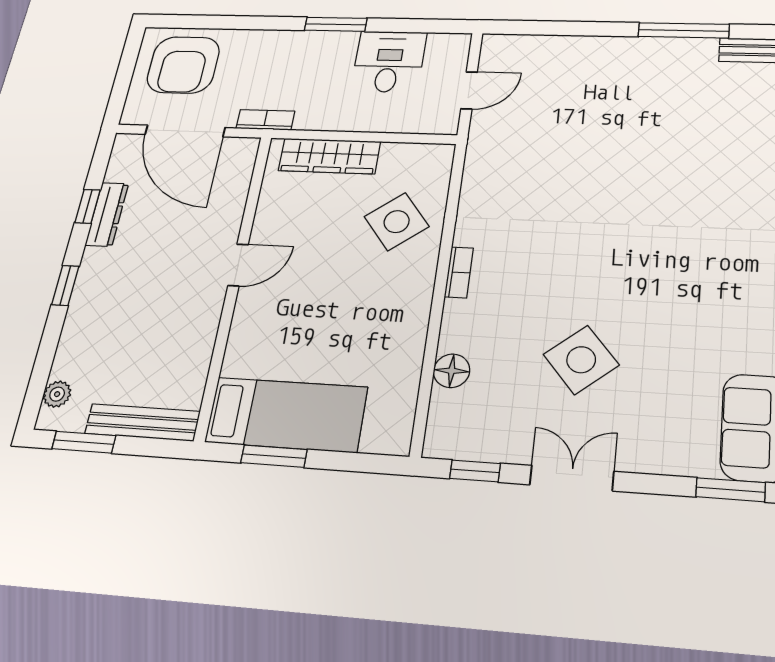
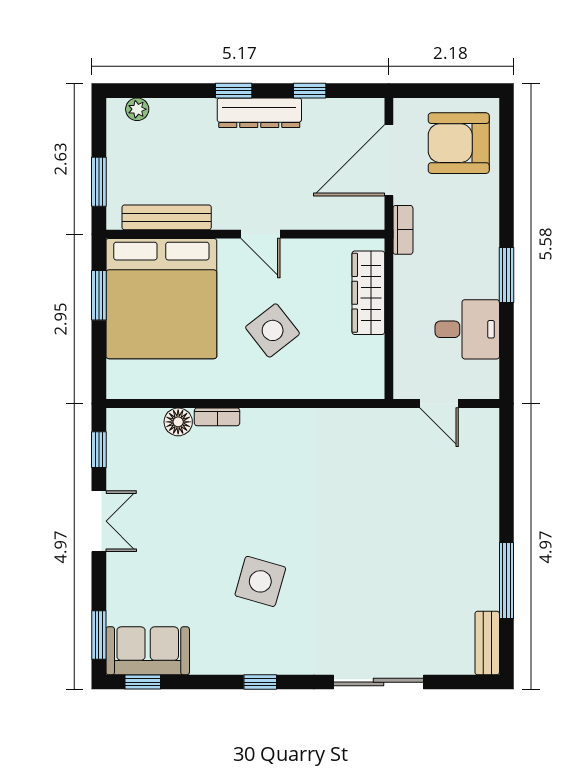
dresser: (107, 214) -> (259, 113), moved, width x1.37, depth x1.24
side table: (397, 222) -> (273, 330), moved
bookcase: (459, 272) -> (217, 417), moved
side table: (581, 360) -> (260, 581), moved, turned -34
bed: (286, 415) -> (161, 299), width x2.04
bench: (142, 422) -> (167, 217), moved, turned 90
window: (84, 442) -> (99, 182), moved

